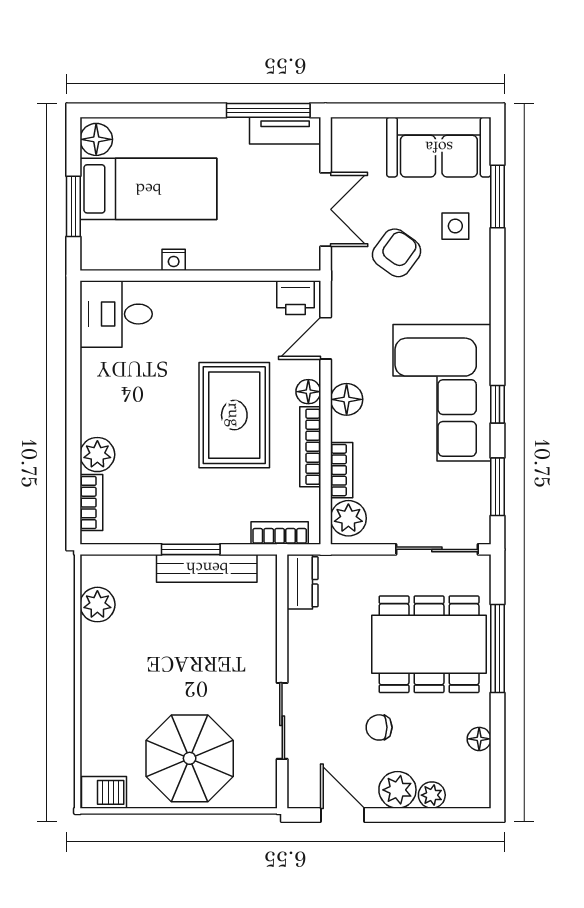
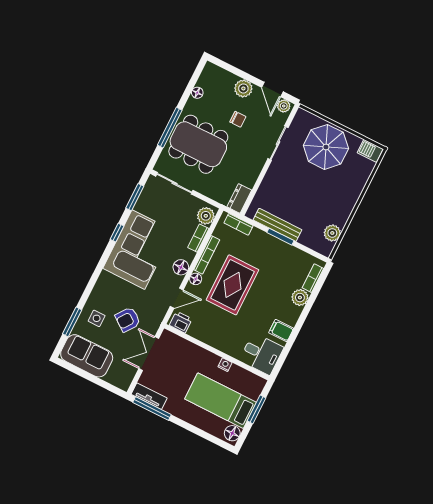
filing cabinet: (101, 376) -> (281, 331), added
plant: (432, 795) -> (284, 106), moved

